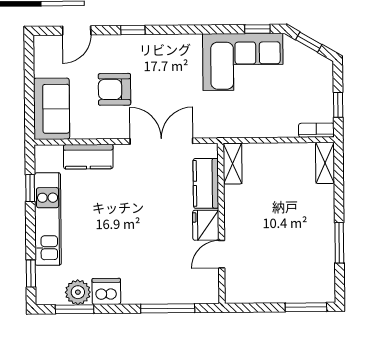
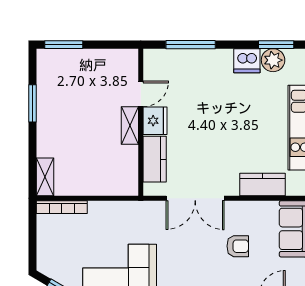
armchair: (114, 89) -> (238, 246), width x0.72, depth x0.72
window: (338, 105) -> (33, 230), removed
bookcase: (316, 130) -> (62, 207), width x1.56
shelving: (233, 164) -> (130, 126), moved

